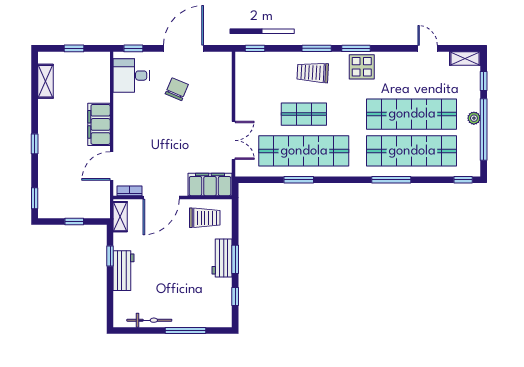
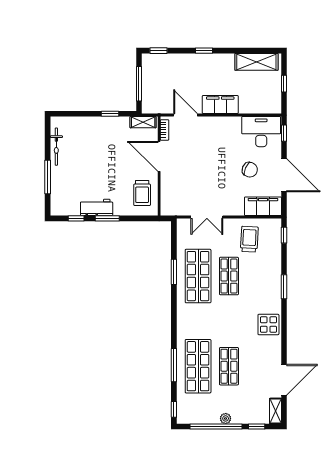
window: (356, 48) -> (284, 320), removed
door: (428, 48) -> (284, 380), width x1.87
trolley: (313, 73) -> (249, 239), moved
desk: (131, 76) -> (261, 132), width x1.37
shelving: (46, 81) -> (256, 62), width x1.50, depth x1.33
shop shelf: (412, 114) -> (229, 366), width x0.50, depth x0.74
shop shelf: (304, 151) -> (198, 276), width x0.71
shop shelf: (412, 151) -> (198, 366), width x0.71
window: (391, 180) -> (174, 365), moved
filing cabinet: (210, 184) -> (263, 206), moved, turned -90
window: (74, 221) -> (139, 84), width x2.17
workbench: (222, 258) -> (97, 207), moved
workbench: (124, 271) -> (98, 125), removed

